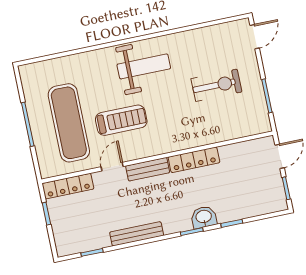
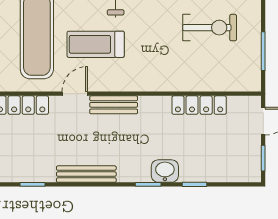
treadmill: (121, 120) -> (96, 44), turned 180
locker: (194, 160) -> (199, 105), moved

